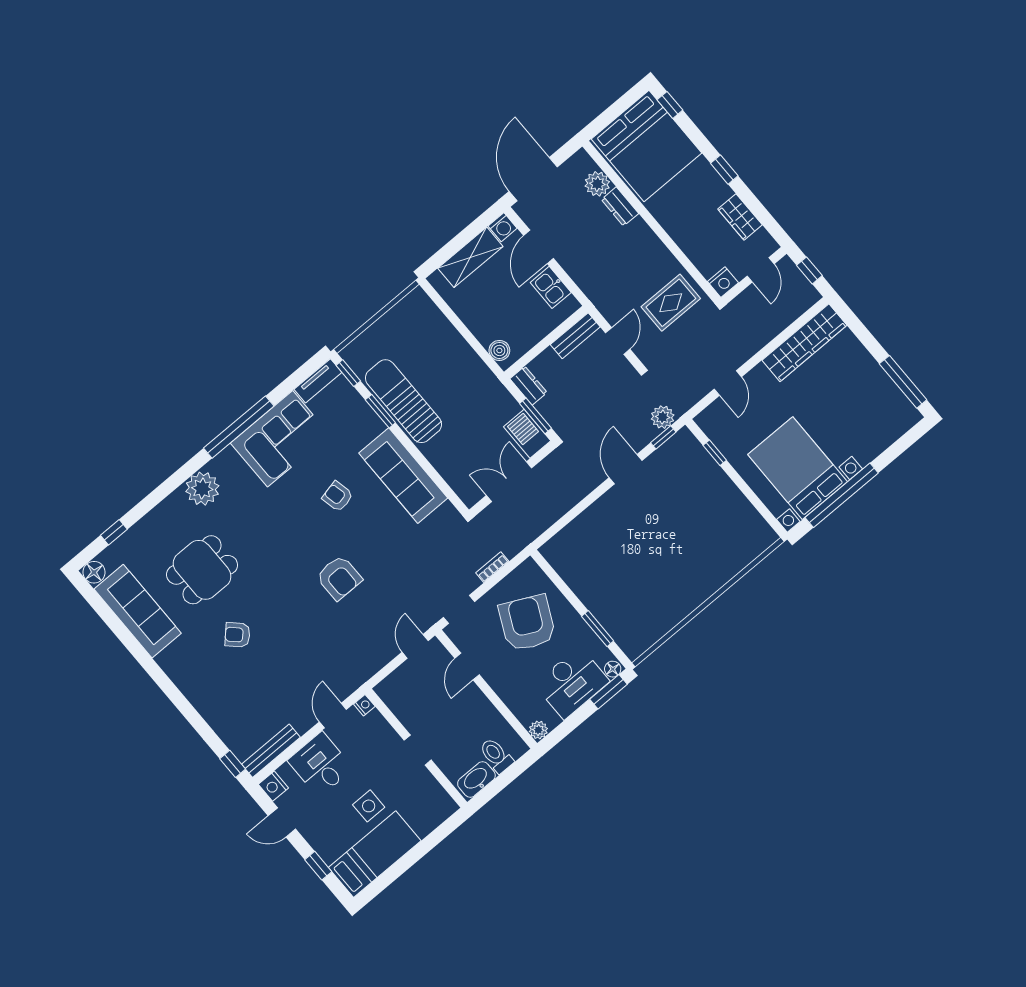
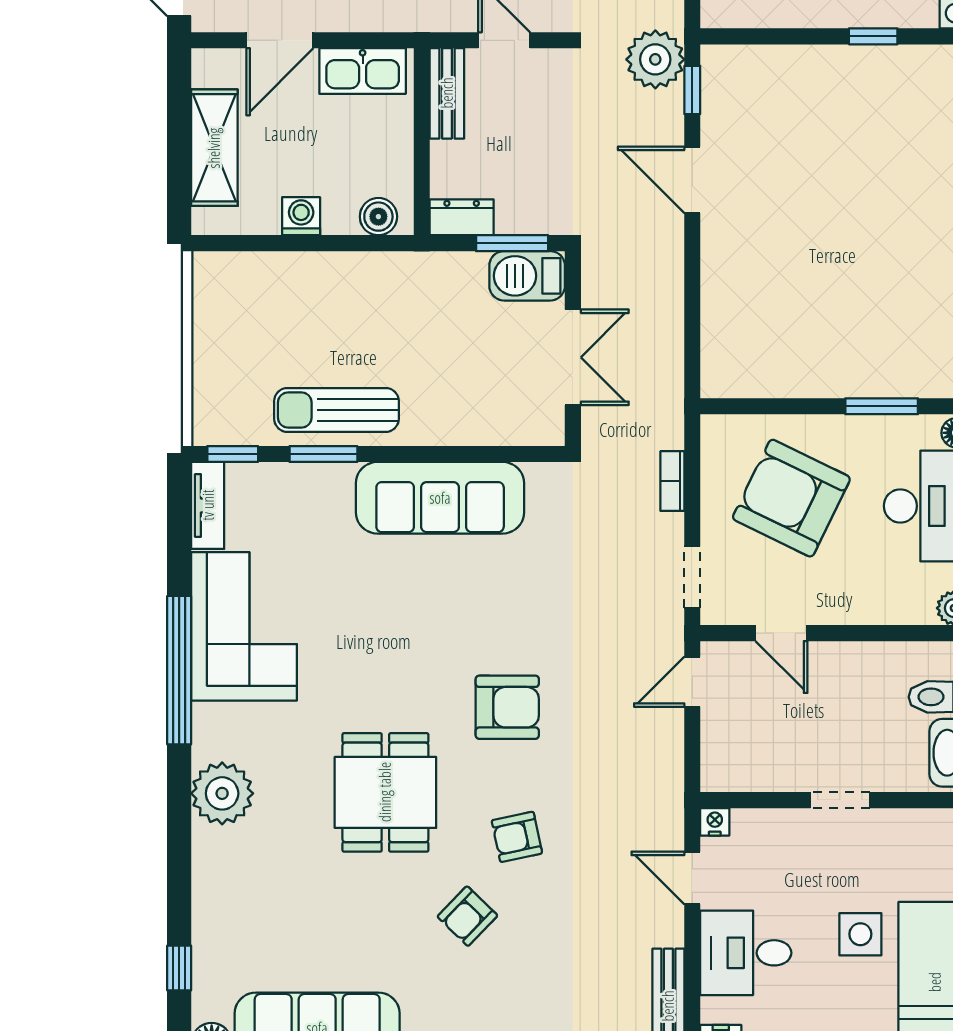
washing machine: (503, 227) -> (301, 216), moved, turned -90
door: (539, 247) -> (280, 40), hinge flipped
kitchen sink: (551, 287) -> (363, 71), width x1.38
sun lounger: (403, 401) -> (336, 410), width x0.73, depth x0.75
plant: (663, 417) -> (655, 59), width x1.36, depth x1.36
window: (715, 453) -> (873, 36), moved
double door: (509, 482) -> (573, 357), swing flipped
armchair: (338, 496) -> (517, 837), moved
dining table: (202, 570) -> (385, 792), moved
door: (415, 646) -> (692, 682), hinge flipped

